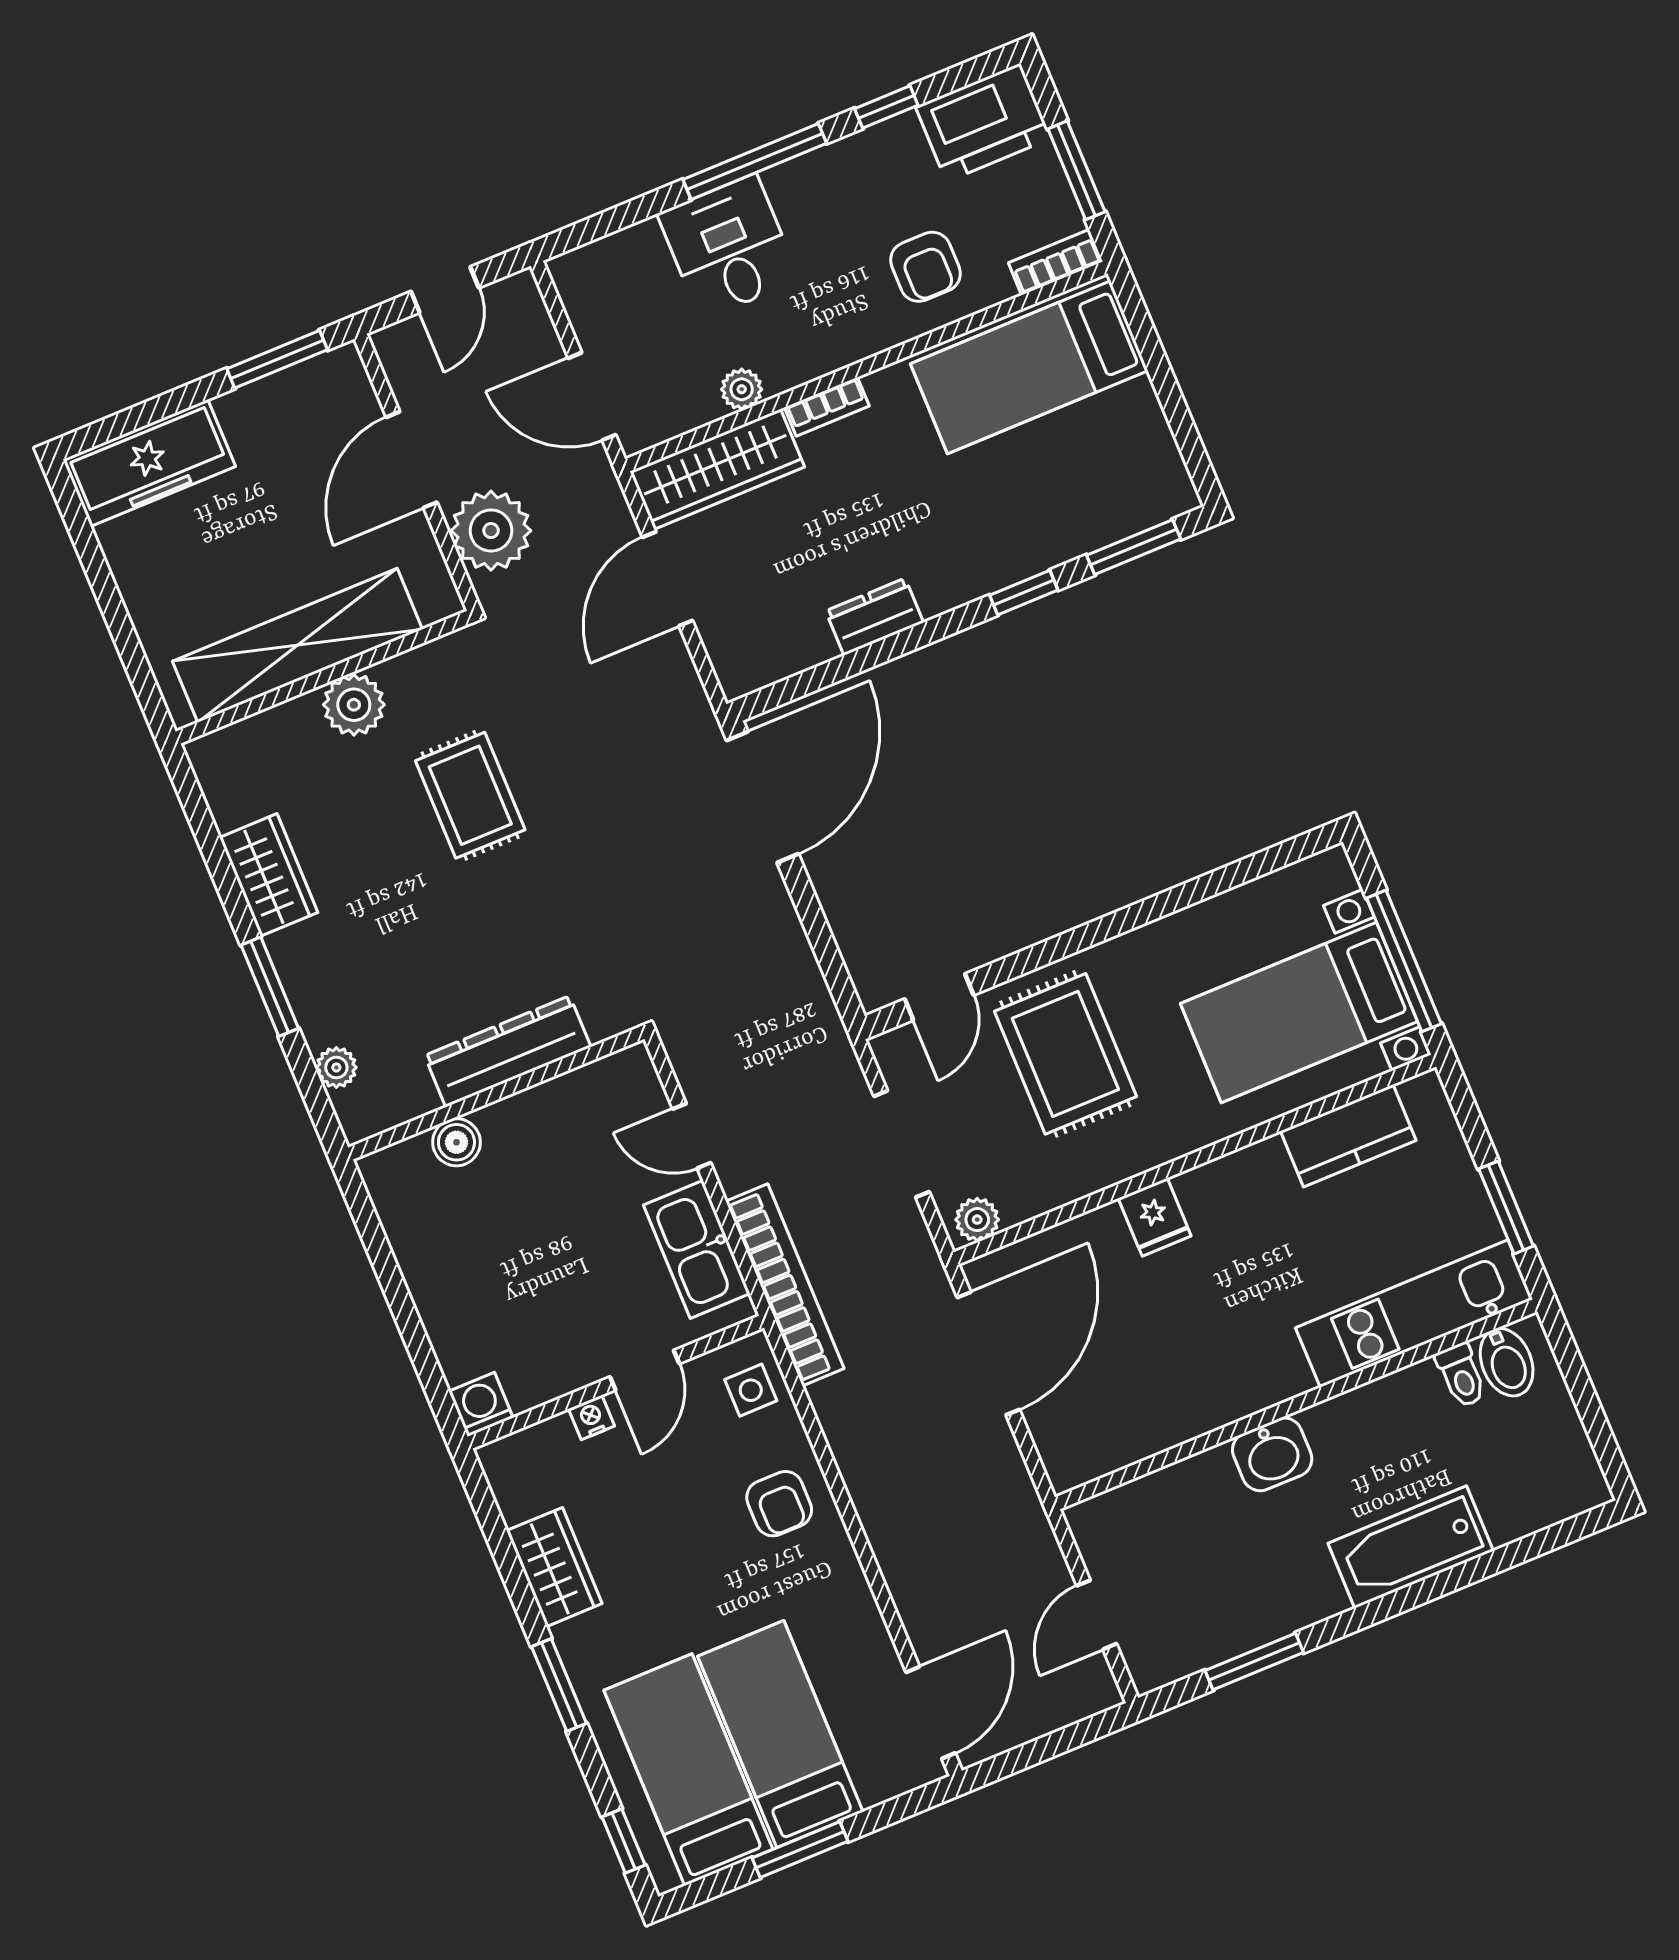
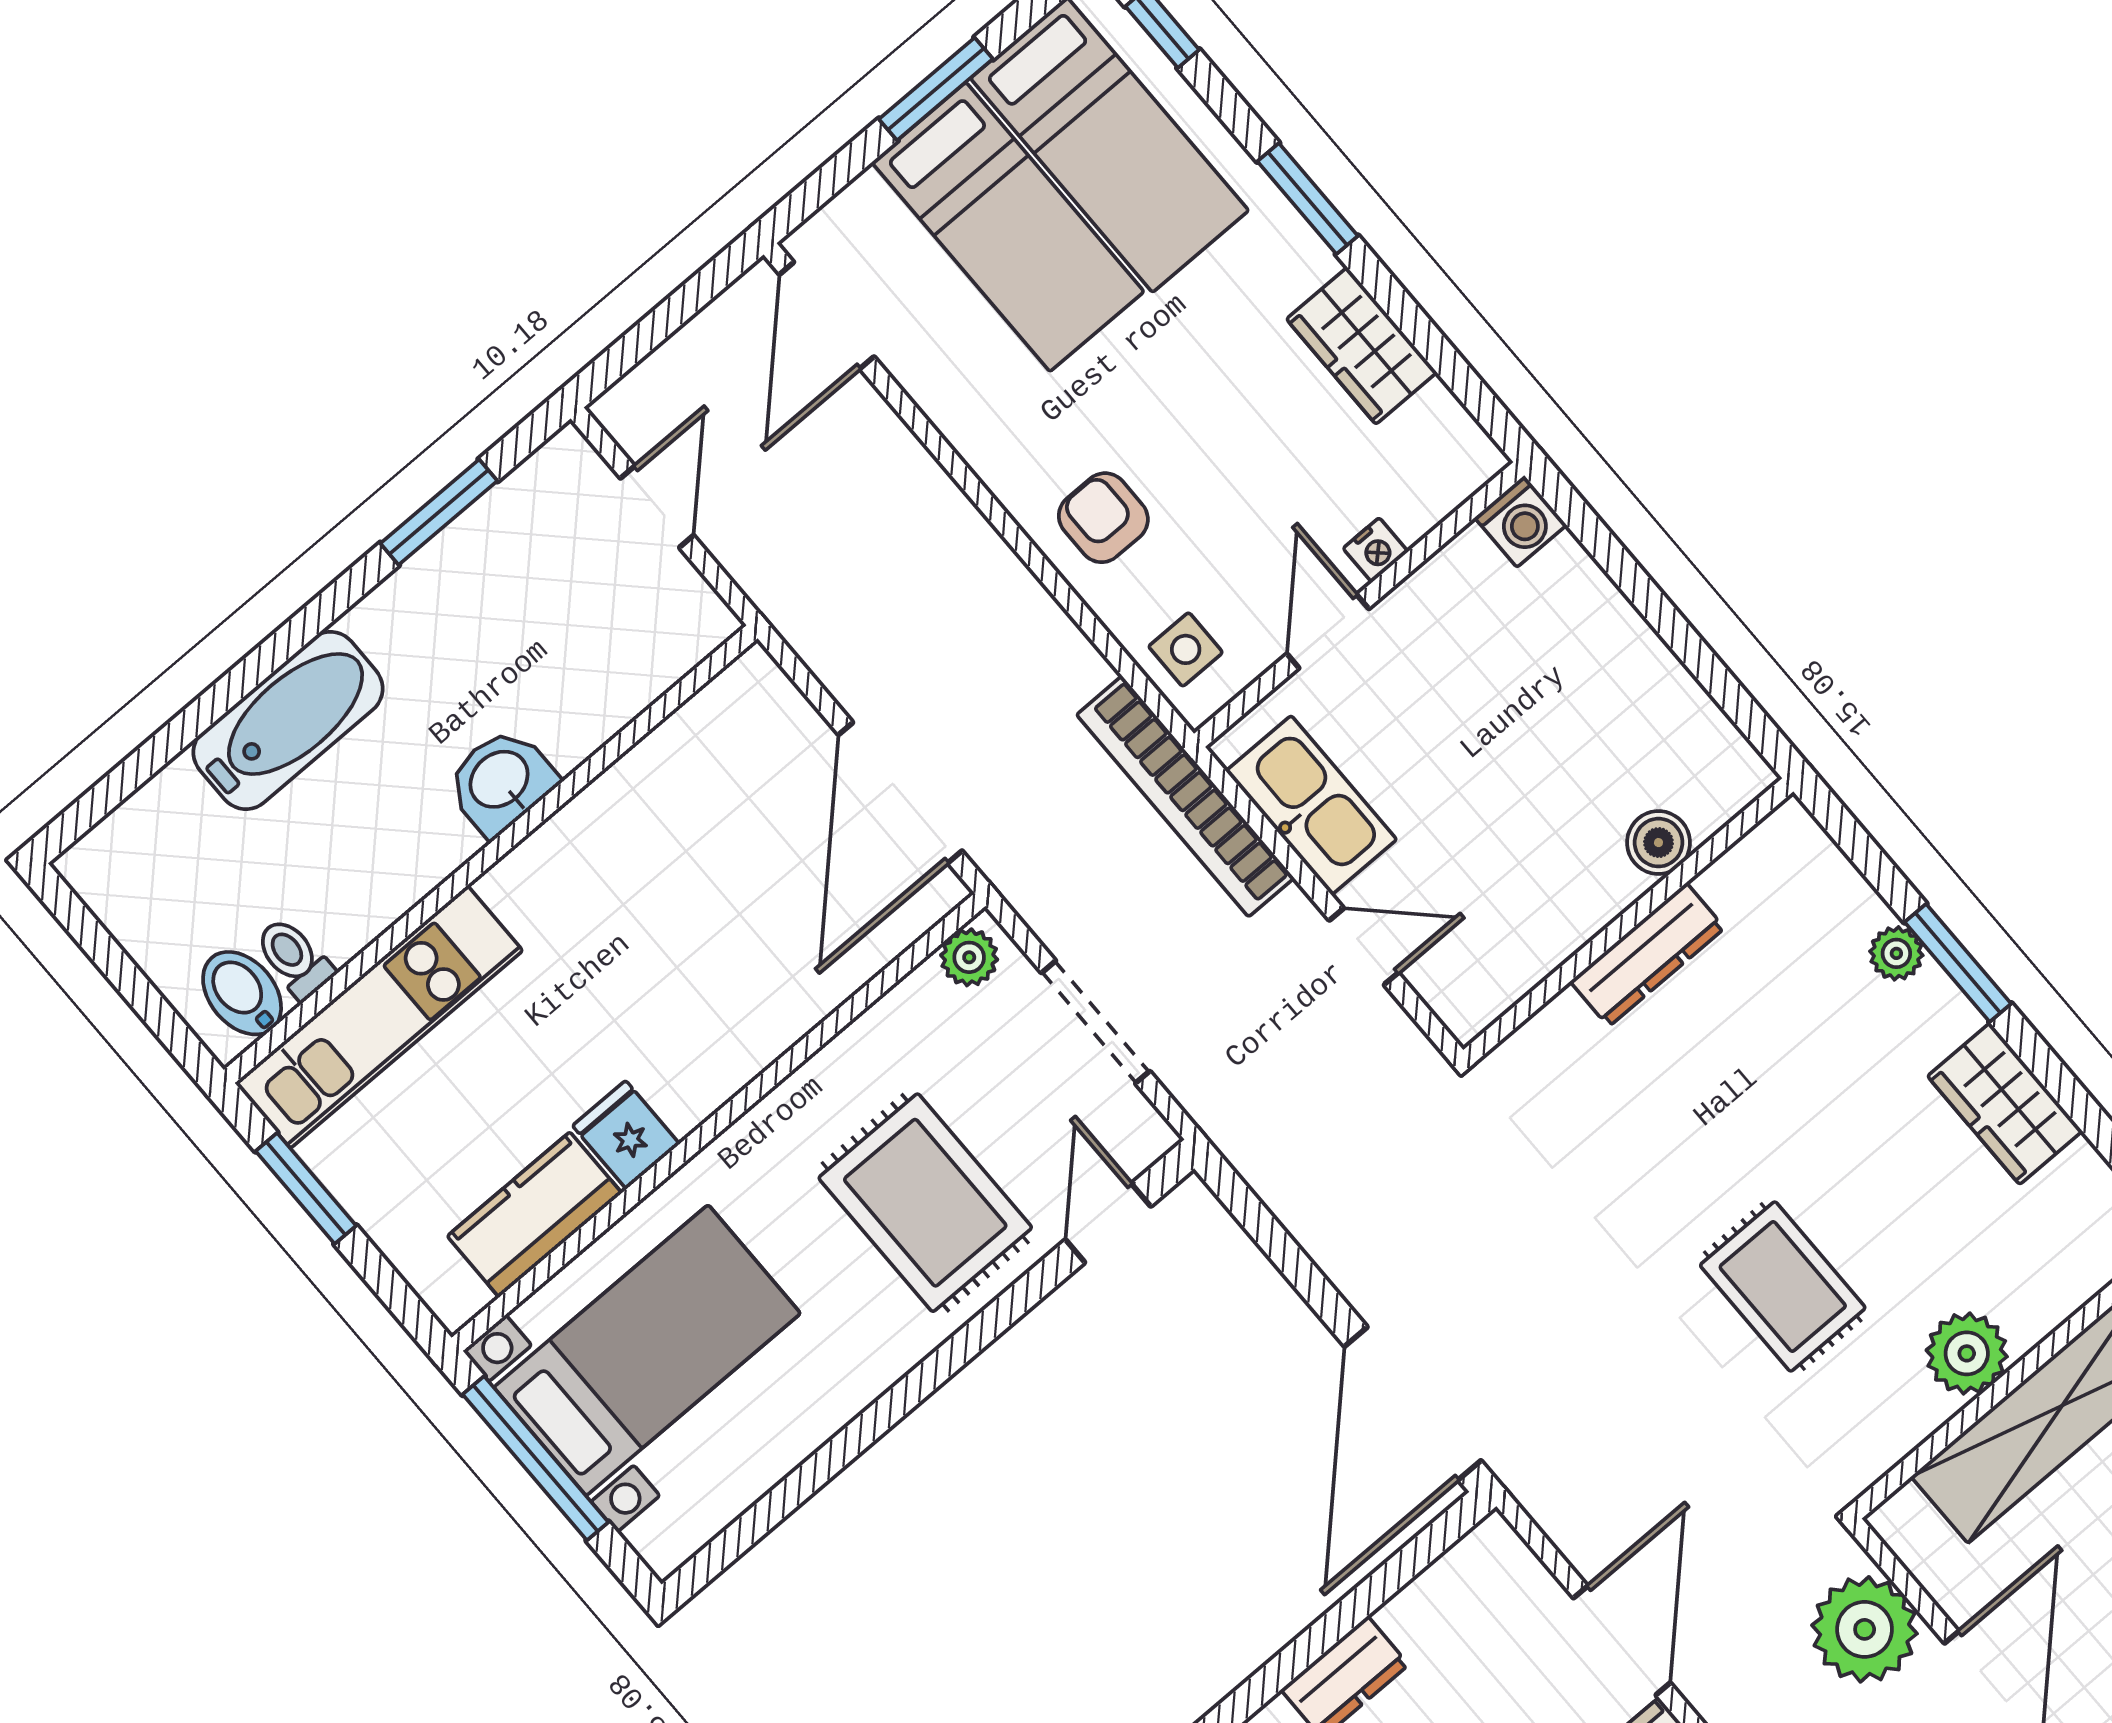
dresser: (508, 1051) -> (1647, 955), width x0.73, depth x0.80
plant: (336, 1067) -> (1896, 953), moved
fridge: (1155, 1217) -> (626, 1135), moved

